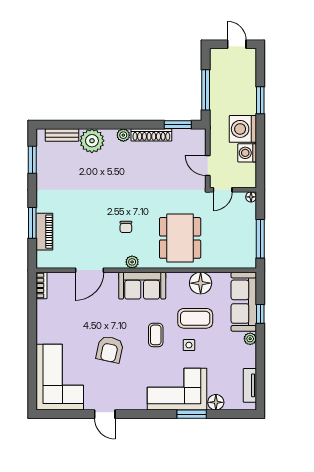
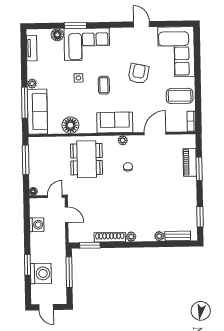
washing machine: (243, 129) -> (41, 273), moved
plant: (92, 141) -> (159, 236), width x0.53, depth x0.53
window: (260, 314) -> (25, 103), width x2.17
coffee table: (195, 318) -> (180, 96), moved

